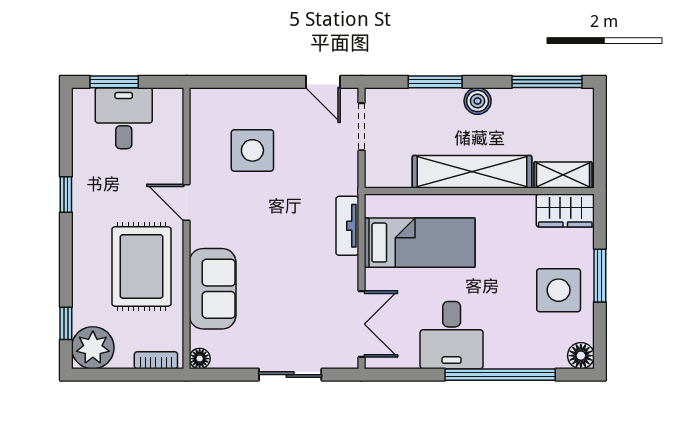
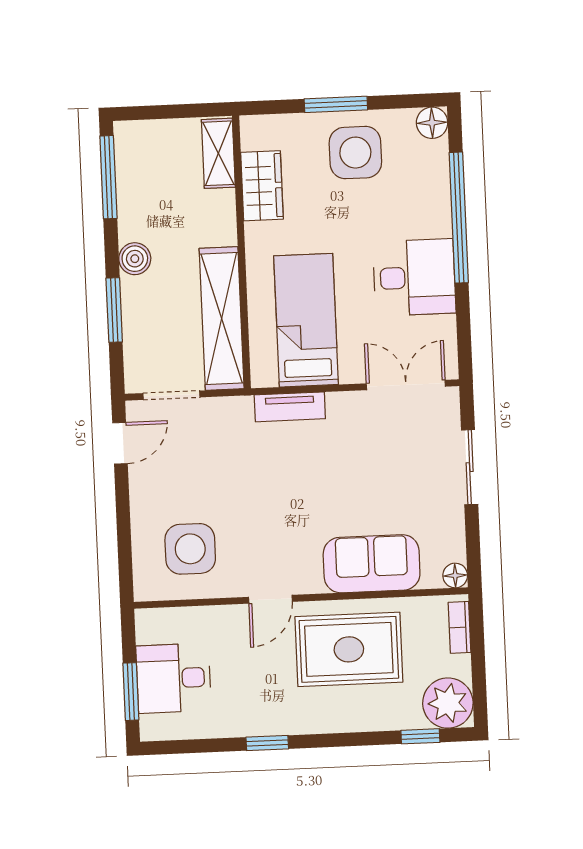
side table: (252, 150) -> (190, 549), moved
shelving: (472, 172) -> (222, 318), moved
wardrobe: (565, 210) -> (262, 186), moved

